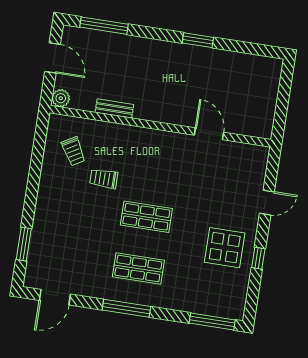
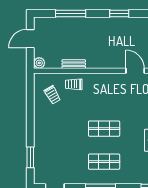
window: (104, 26) -> (71, 14), moved
door: (53, 58) -> (30, 39), swing flipped
trolley: (104, 179) -> (74, 84), moved

